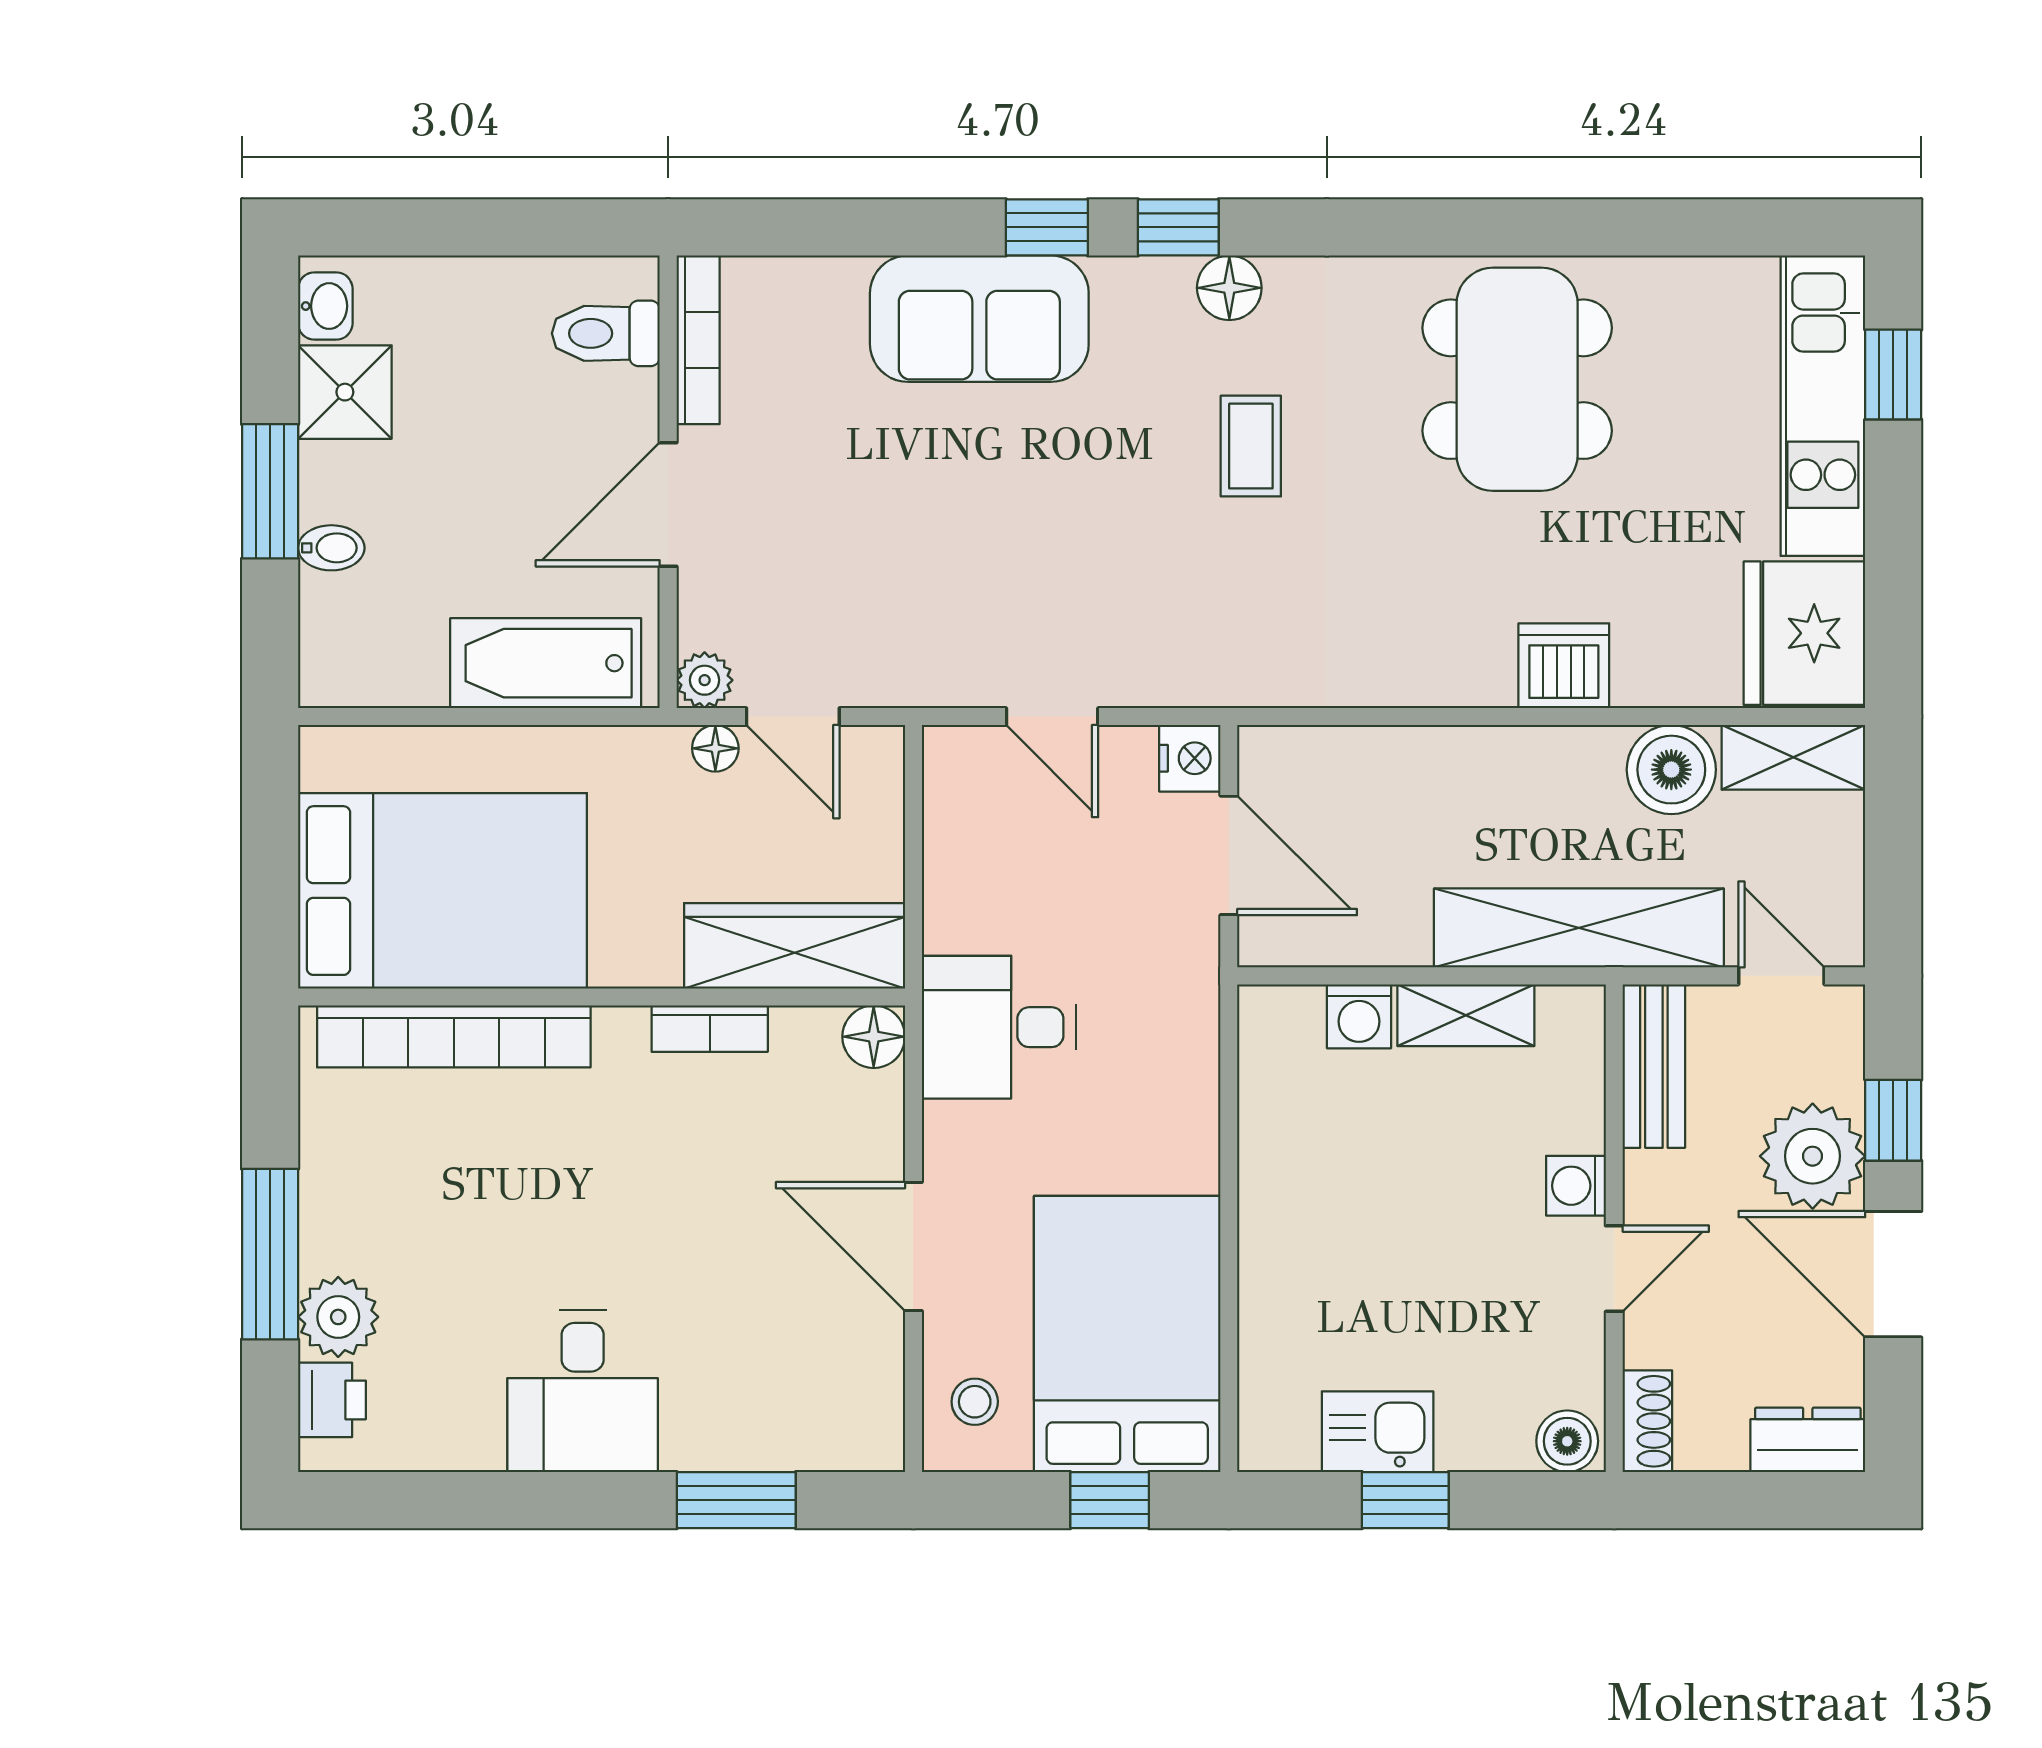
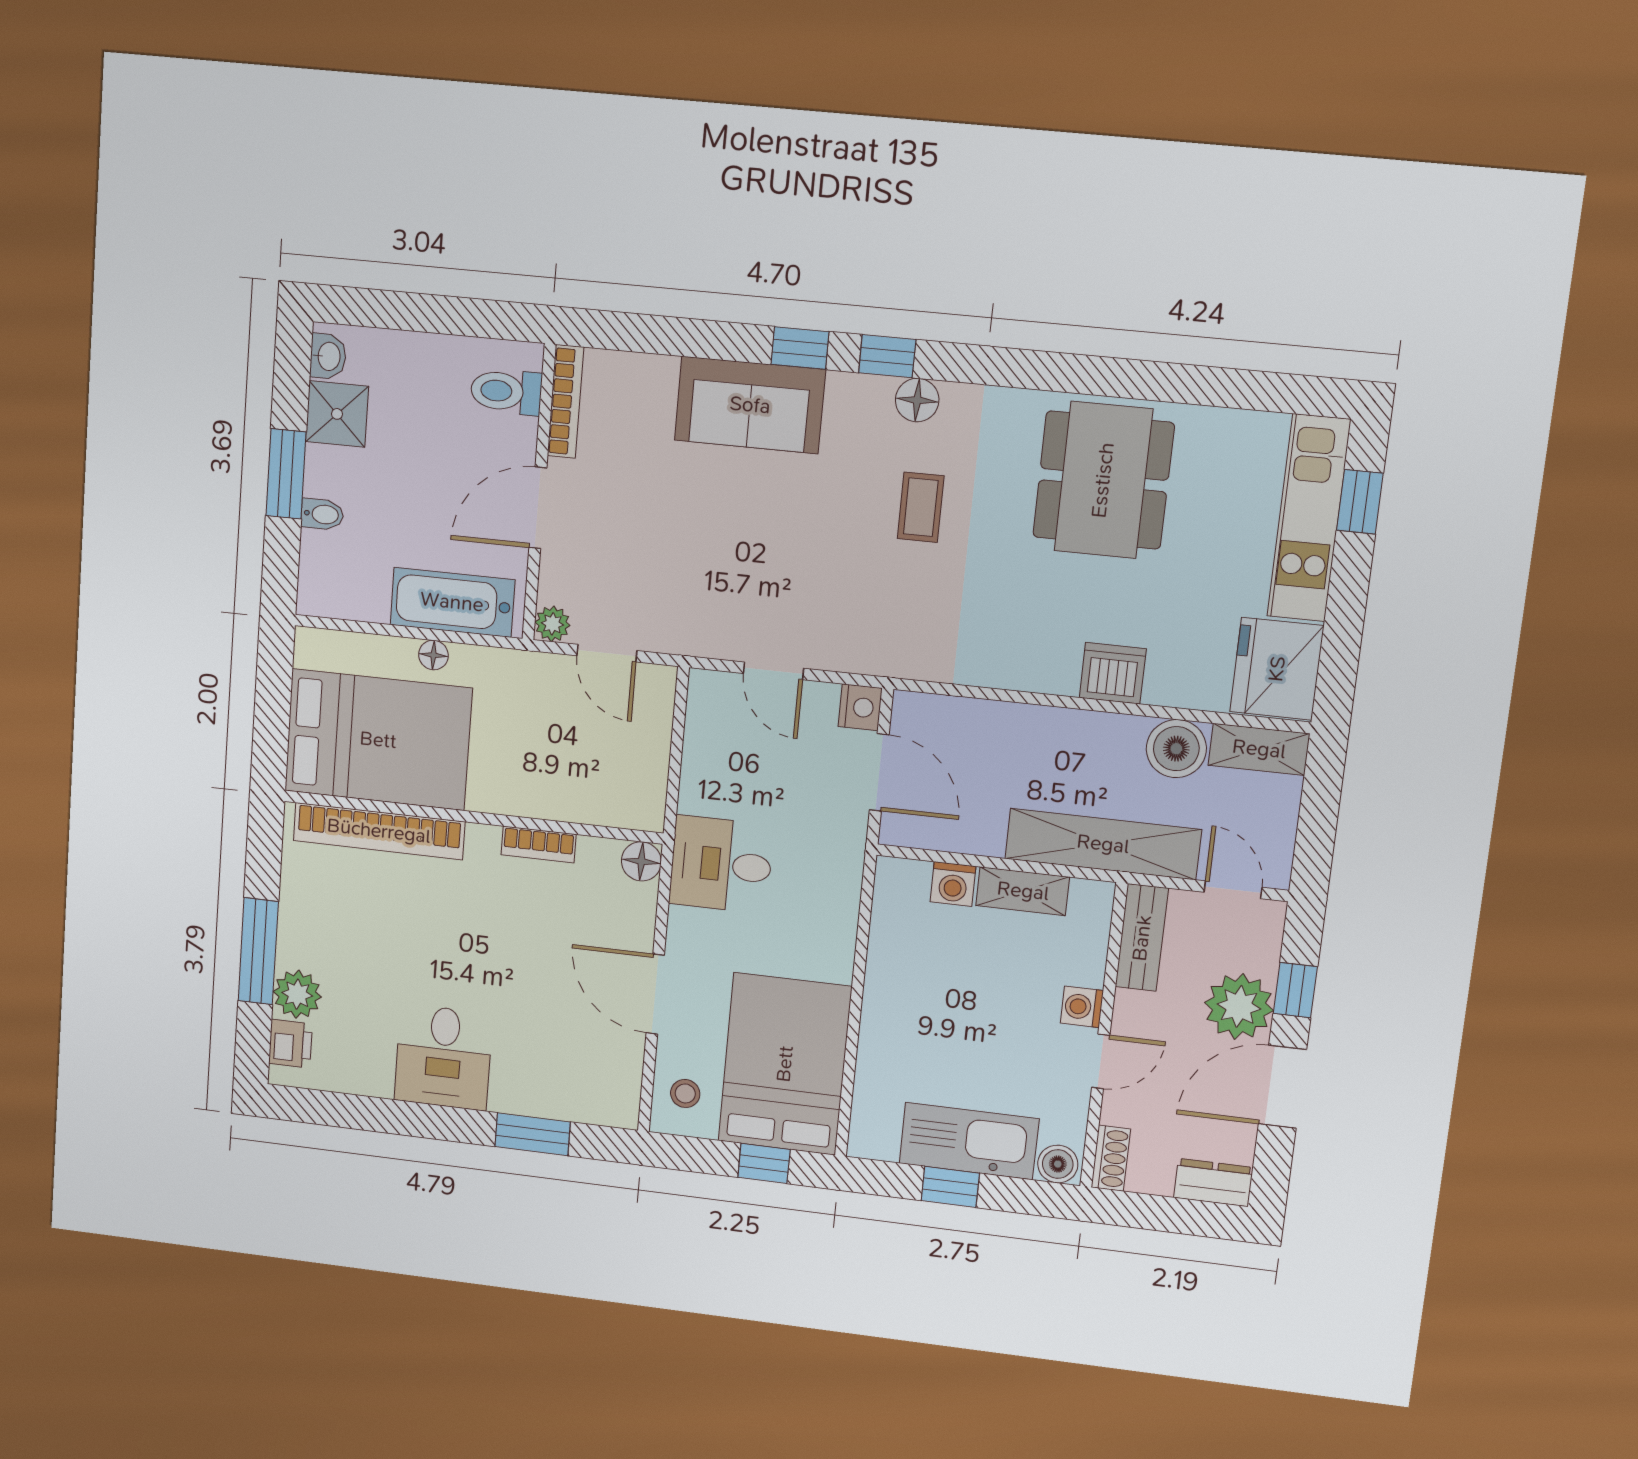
floor lamp: (715, 748) -> (433, 655), moved
wardrobe: (795, 946) -> (596, 799), removed
door: (1893, 1274) -> (1282, 1087), hinge flipped
kitchen sink: (1378, 1432) -> (969, 1141), width x1.88, depth x1.24

